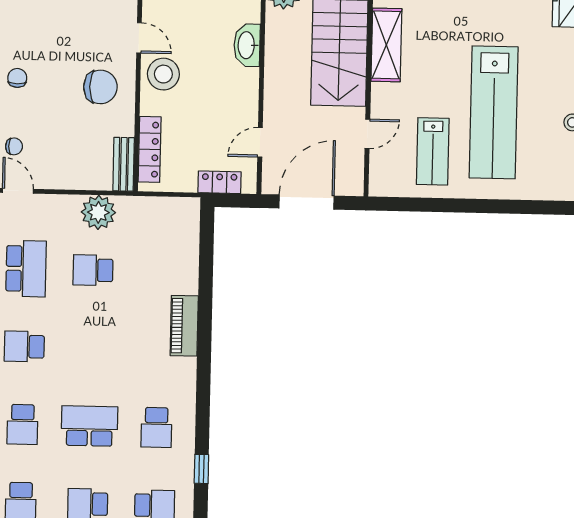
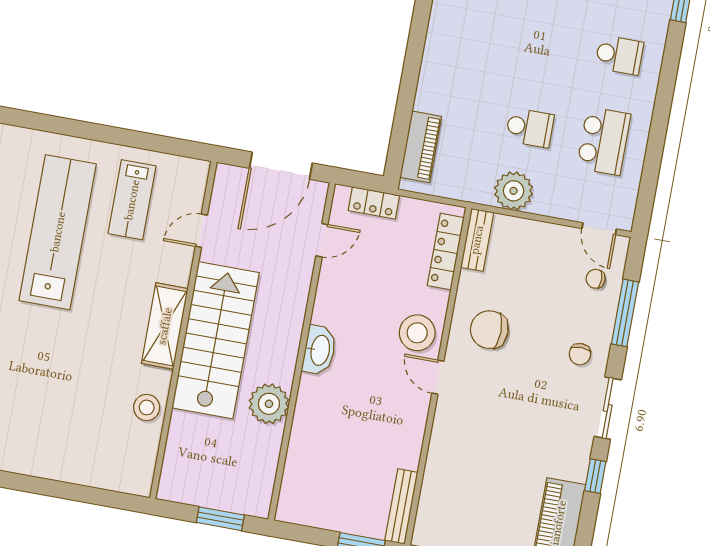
lab bench: (433, 151) -> (132, 200), turned 180
school desk: (26, 269) -> (604, 141), turned 180
piano: (184, 326) -> (421, 147), moved

